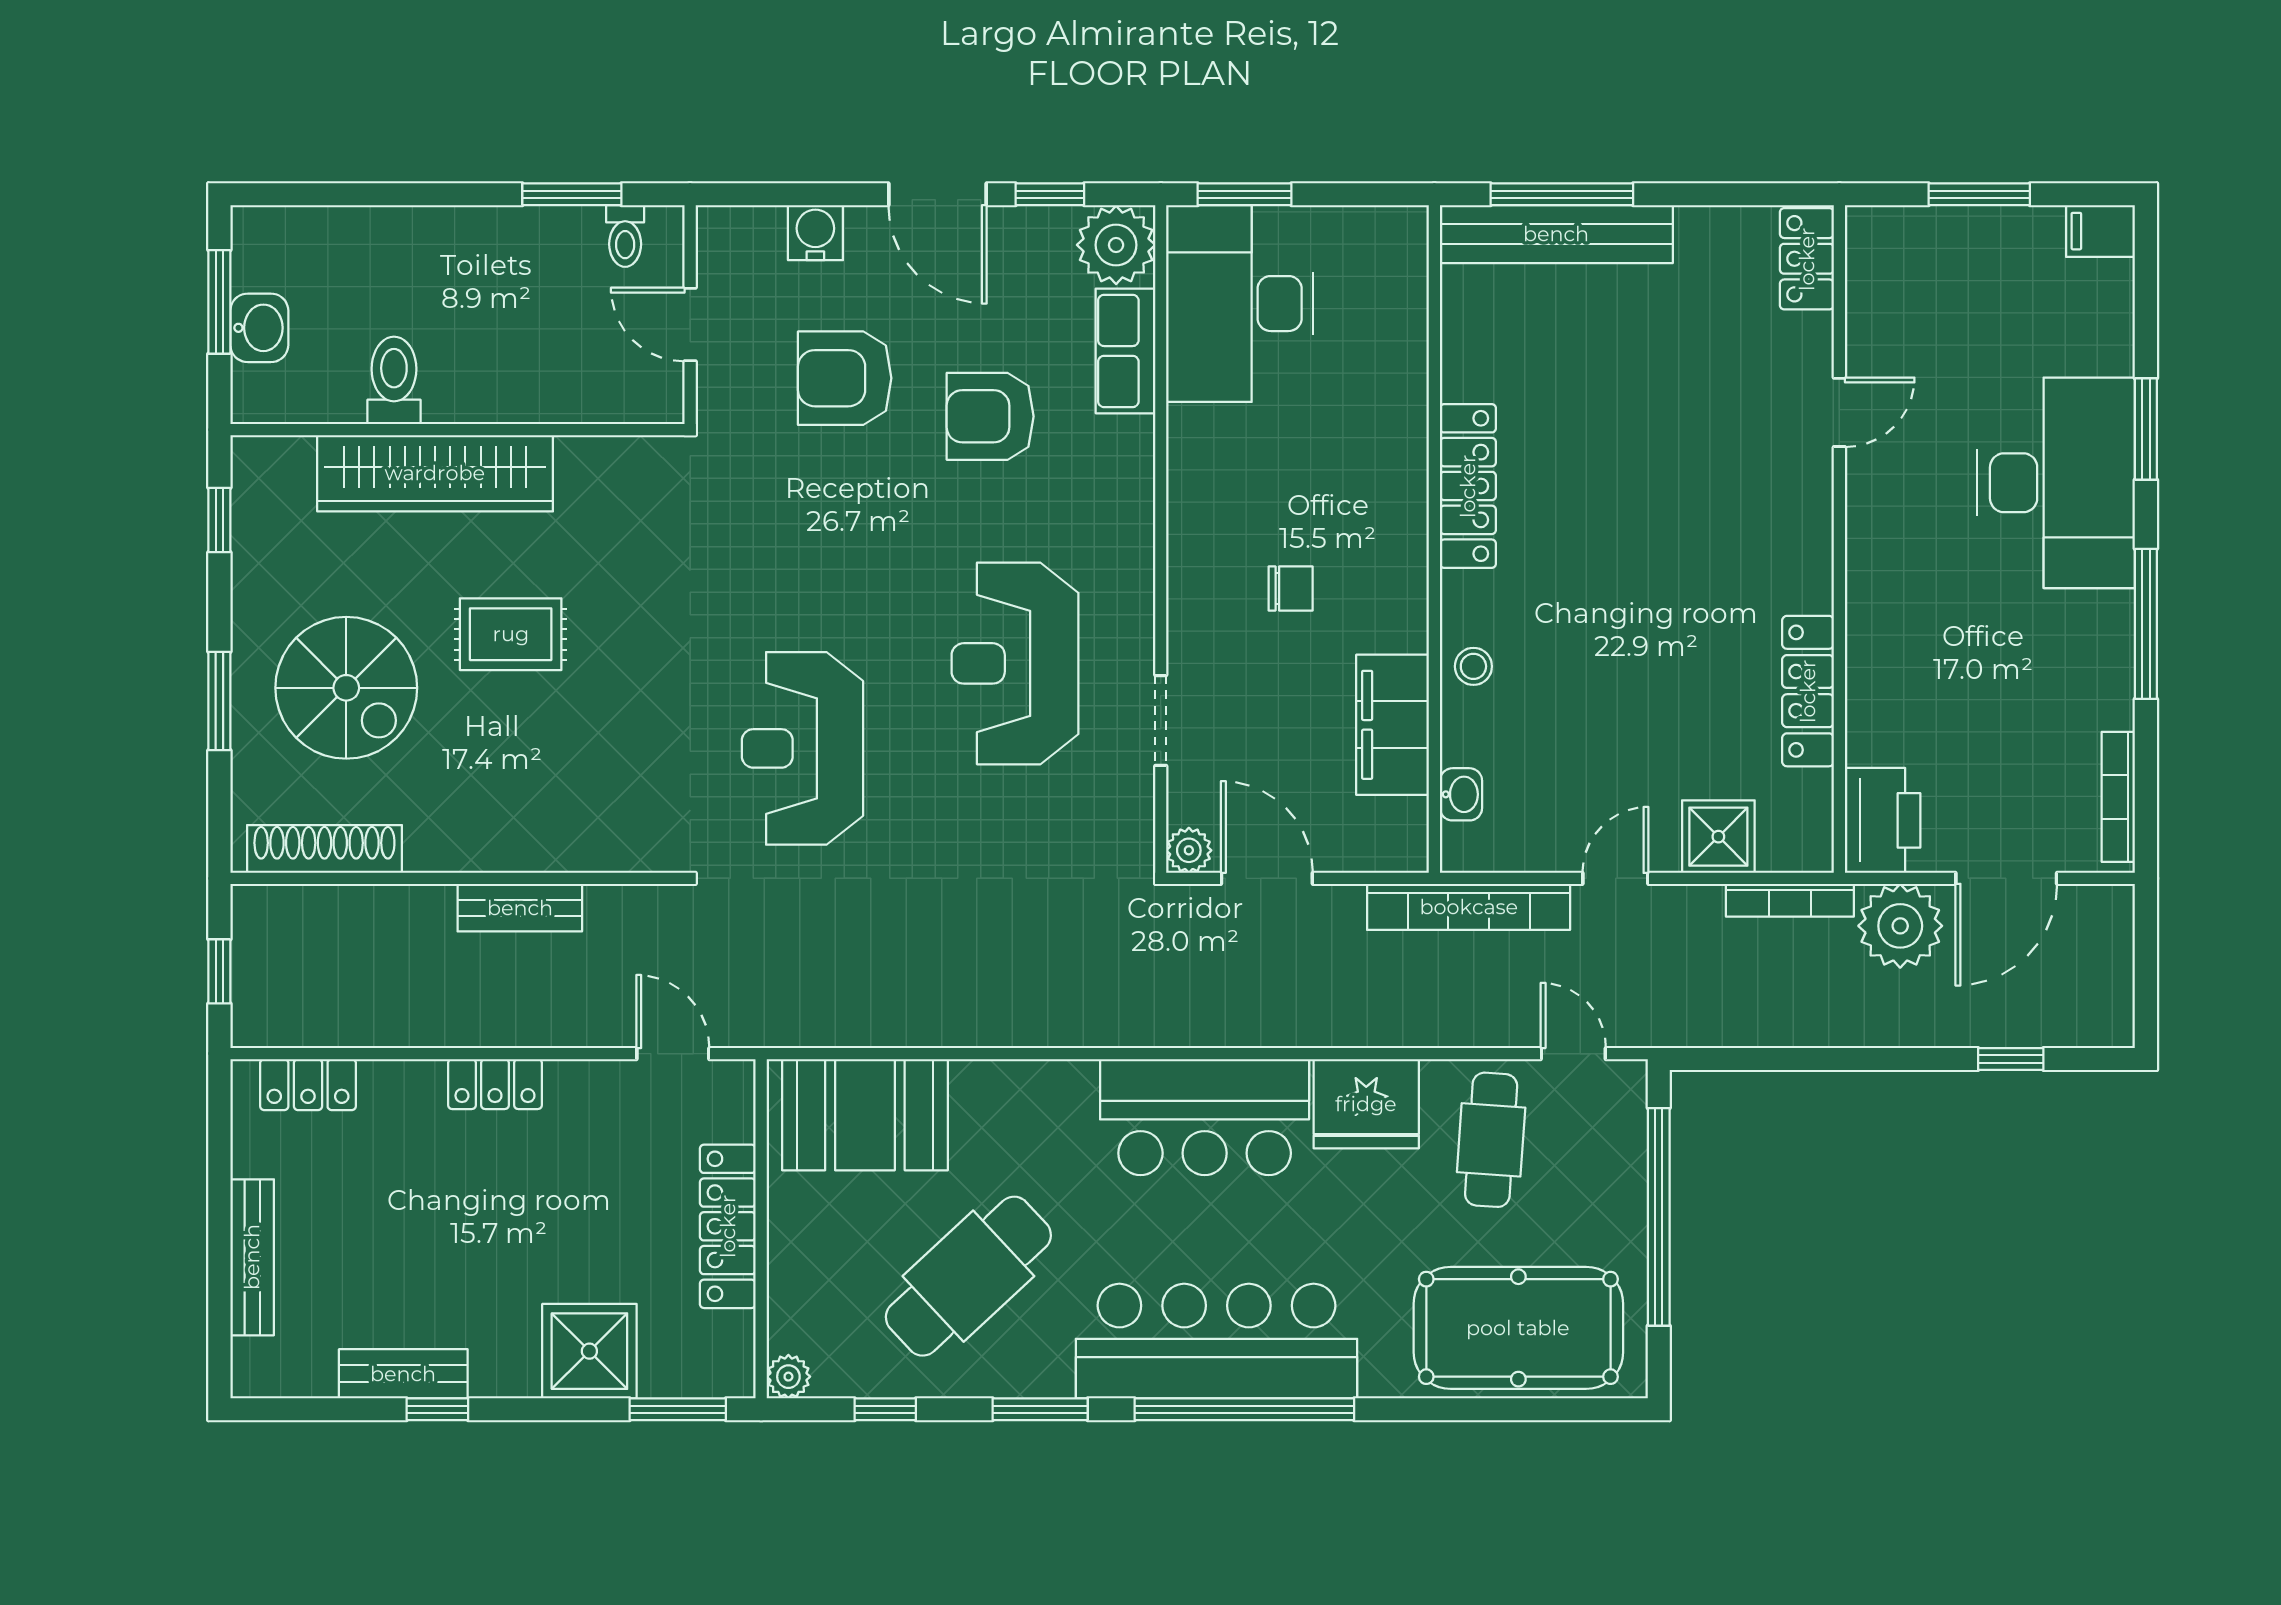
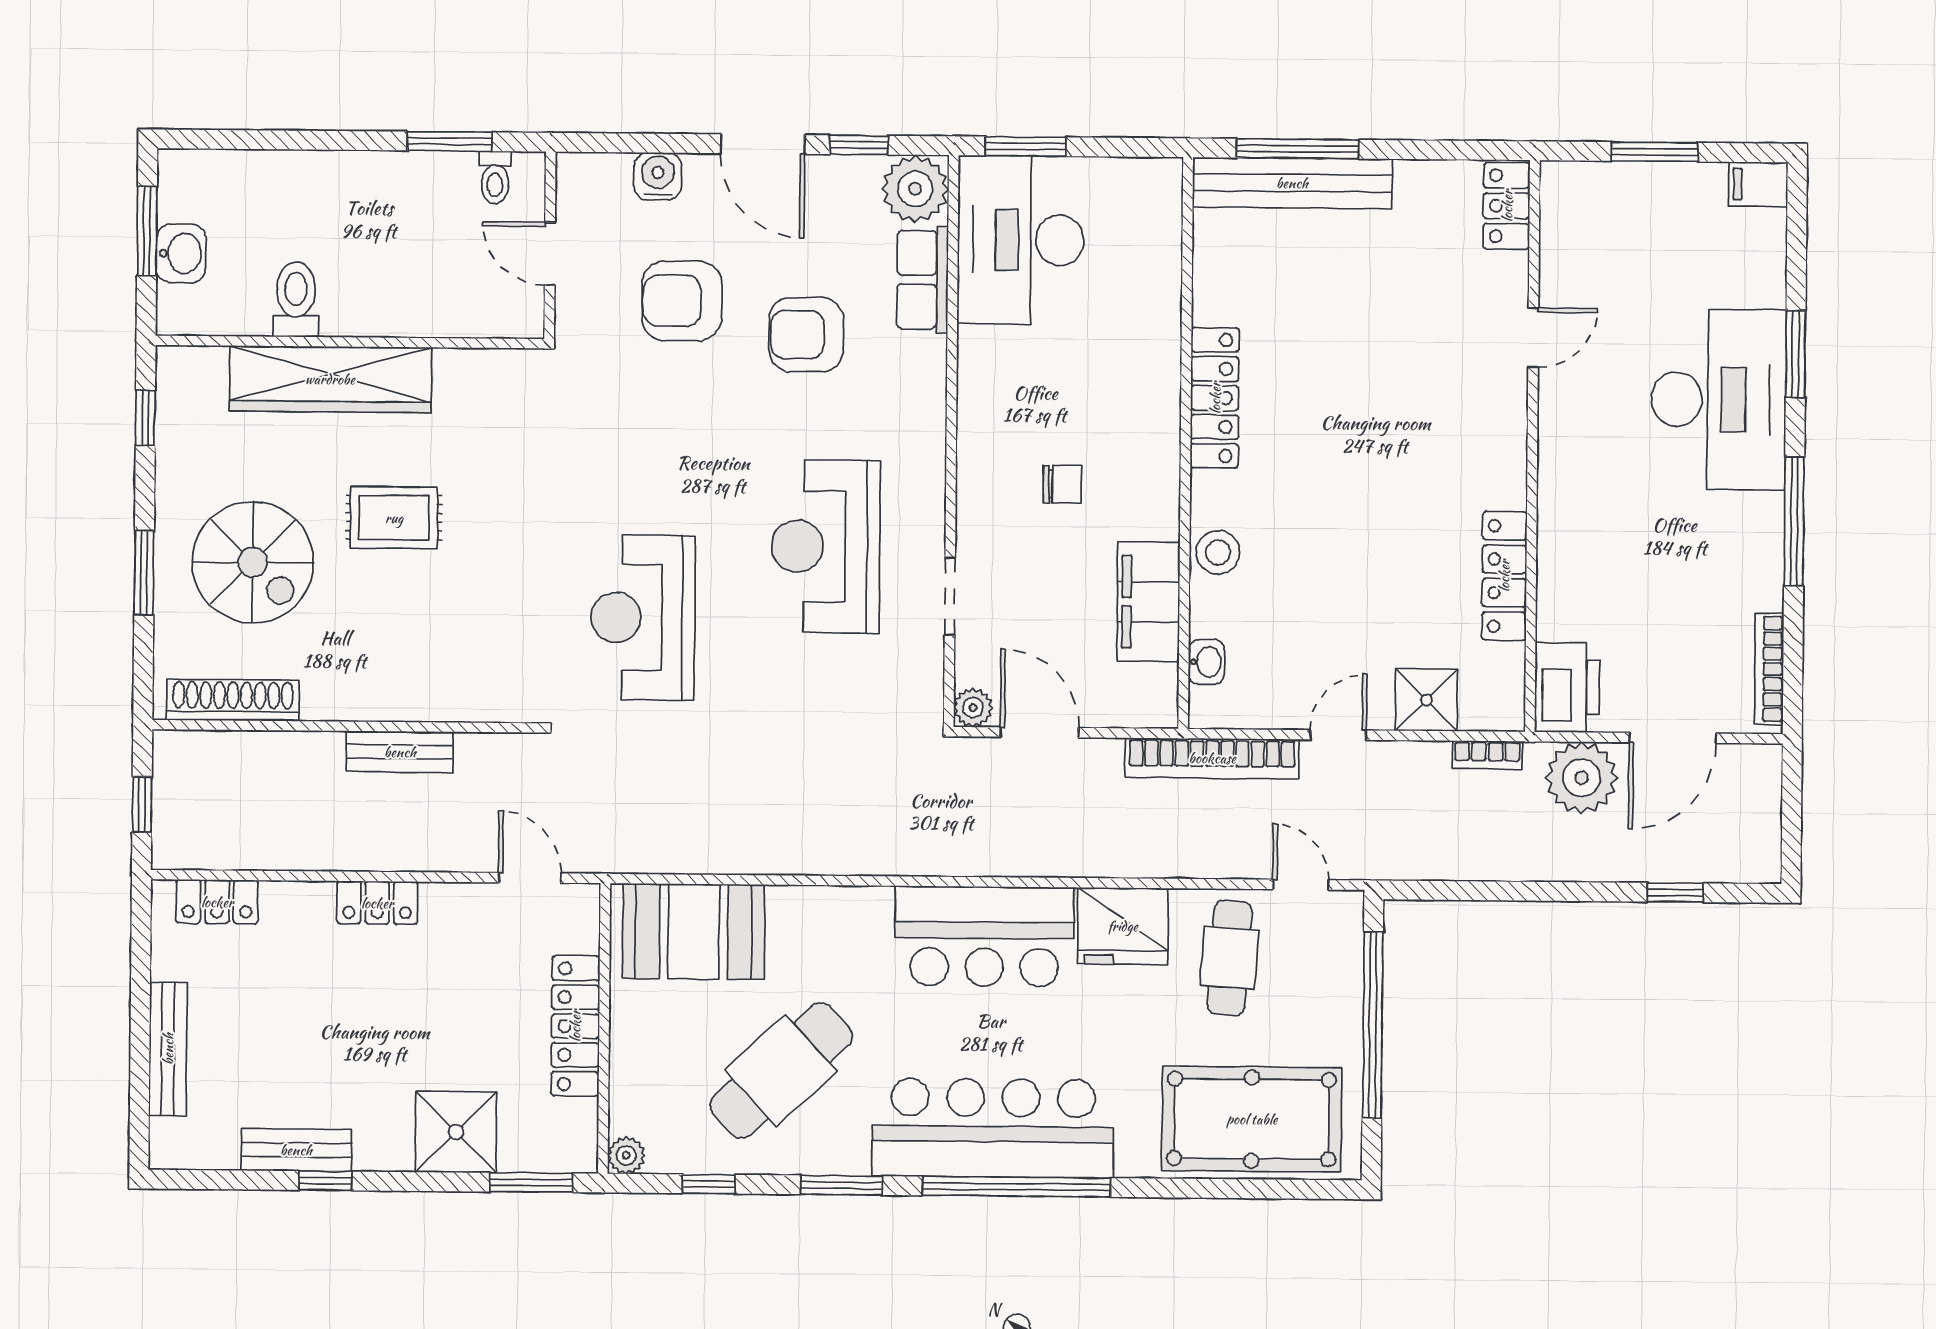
stool: (1473, 666) -> (1218, 552), width x1.37, depth x1.37
bookcase: (1790, 900) -> (1487, 755), width x0.64

